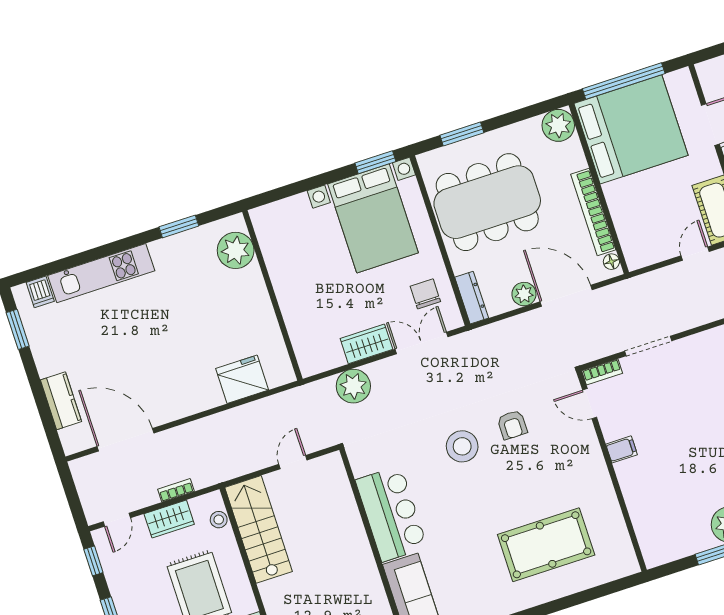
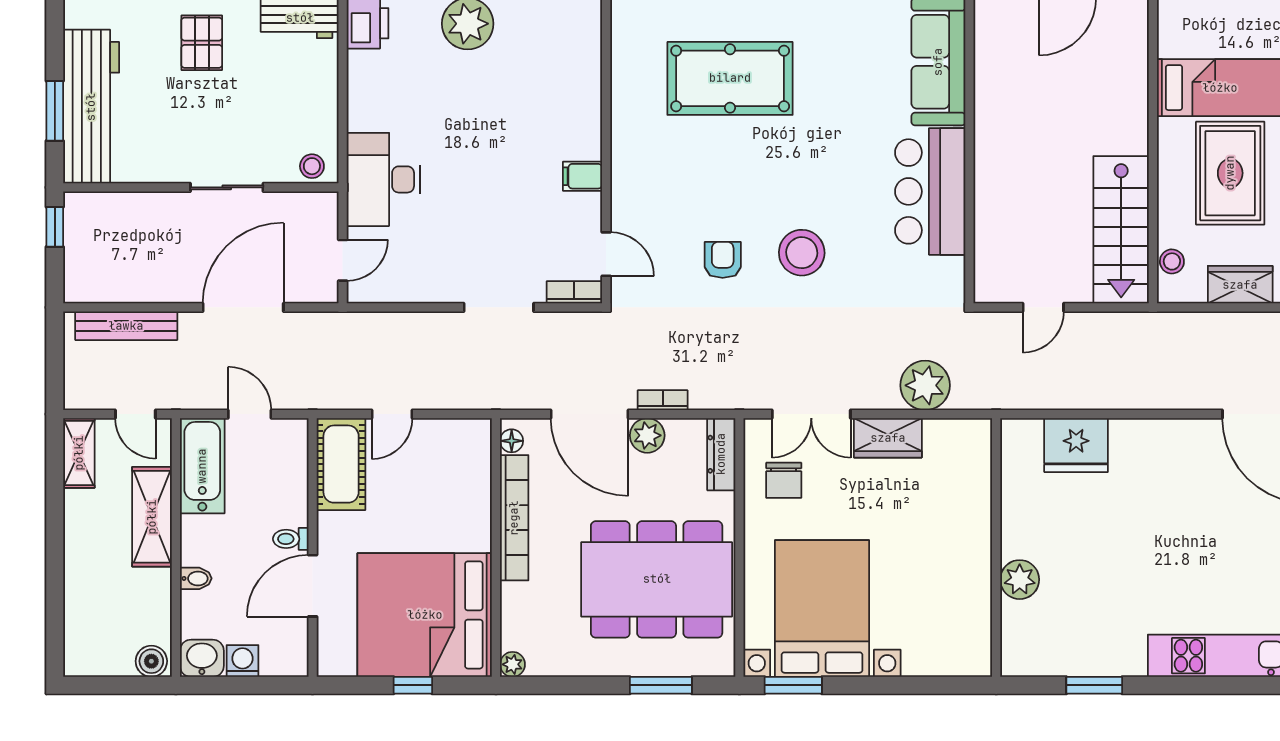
window: (624, 81) -> (413, 685), width x0.32
plant: (558, 125) -> (512, 664), width x0.53, depth x0.53
plant: (236, 250) -> (1020, 580), moved, width x0.73, depth x0.73
bookcase: (176, 490) -> (663, 400), moved, turned 180

